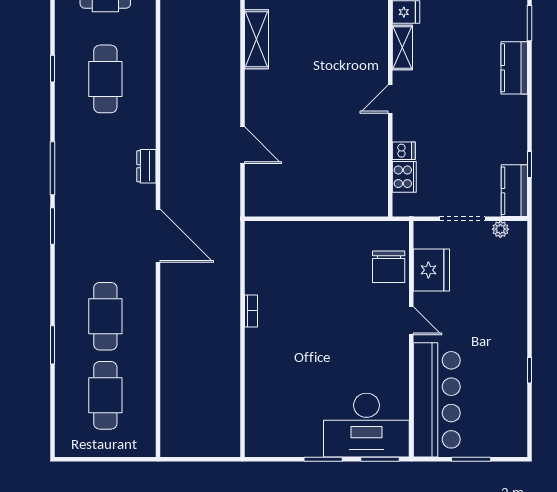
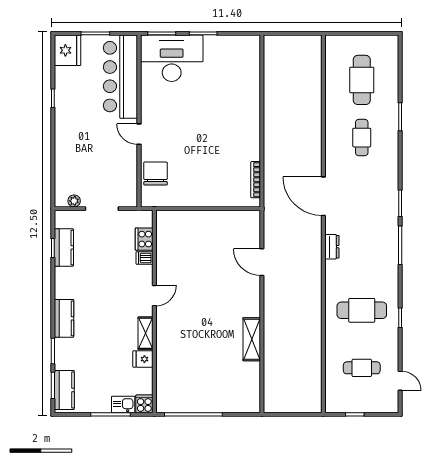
cafe table: (105, 79) -> (362, 310), turned 90
kitchen counter: (514, 191) -> (64, 247), moved
fridge: (431, 270) -> (68, 50), moved, turned 180
bookcase: (251, 311) -> (256, 180), moved, width x1.56
cafe table: (105, 316) -> (362, 138), width x0.73, depth x0.74

